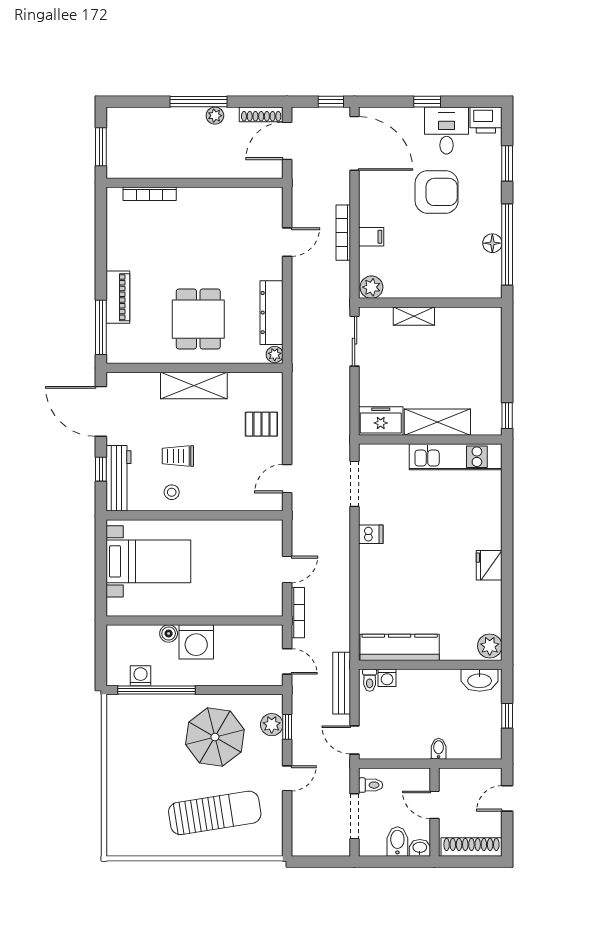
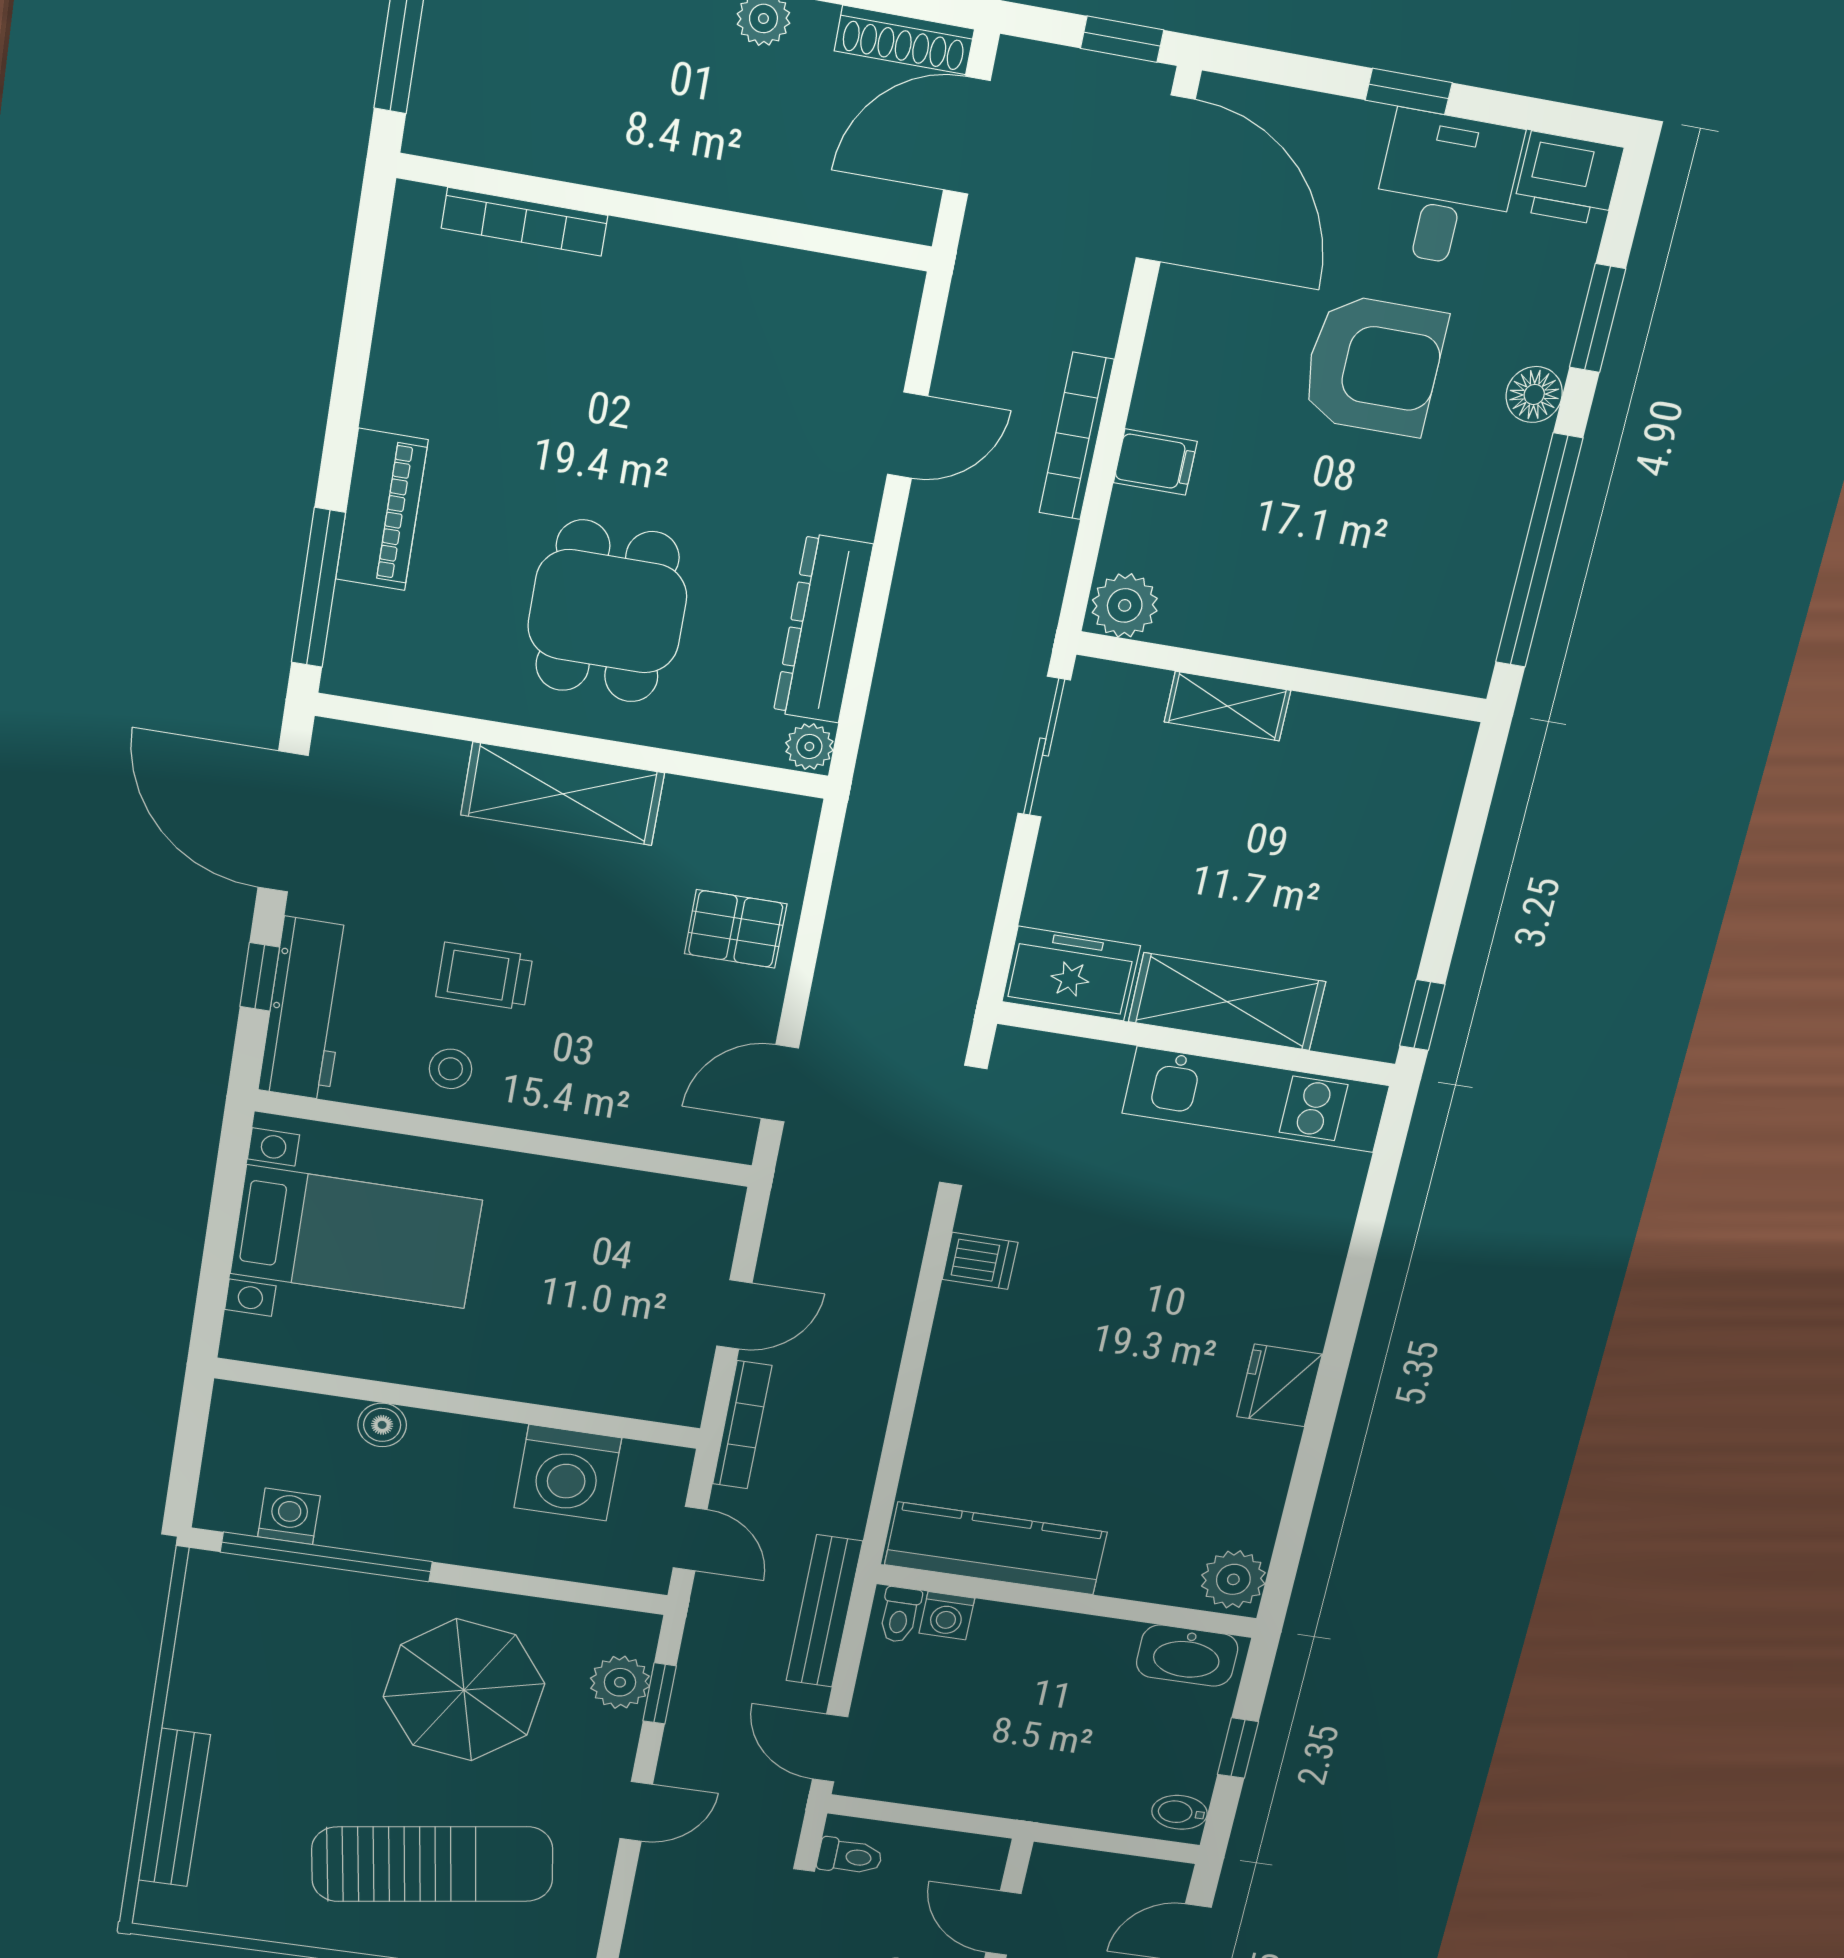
floor lamp: (492, 243) -> (1534, 394), moved
washing machine: (196, 642) -> (568, 1473), moved
bidet: (439, 749) -> (1179, 1812), moved, turned -90
bench: (115, 804) -> (174, 1808), added

